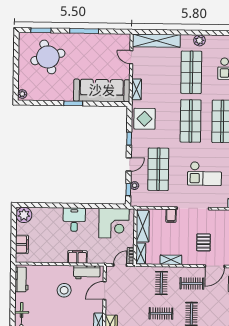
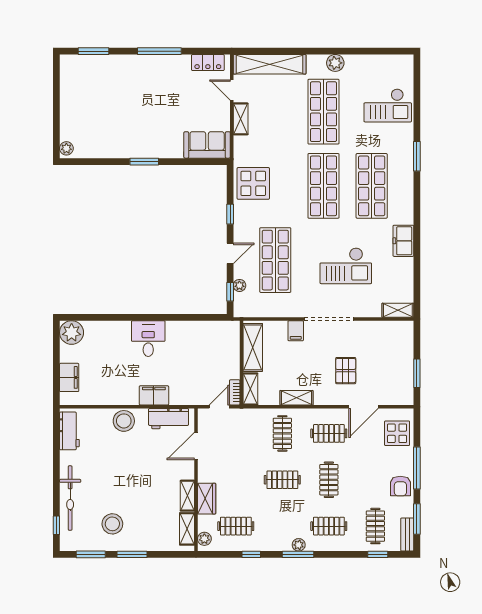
locker: (116, 39) -> (208, 63), added
round table: (48, 57) -> (105, 91), removed
shelving: (137, 89) -> (241, 119), moved
sofa: (102, 90) -> (207, 145), width x0.54, depth x0.79
corner desk: (114, 223) -> (209, 343), removed
stool: (64, 290) -> (124, 421), moved

